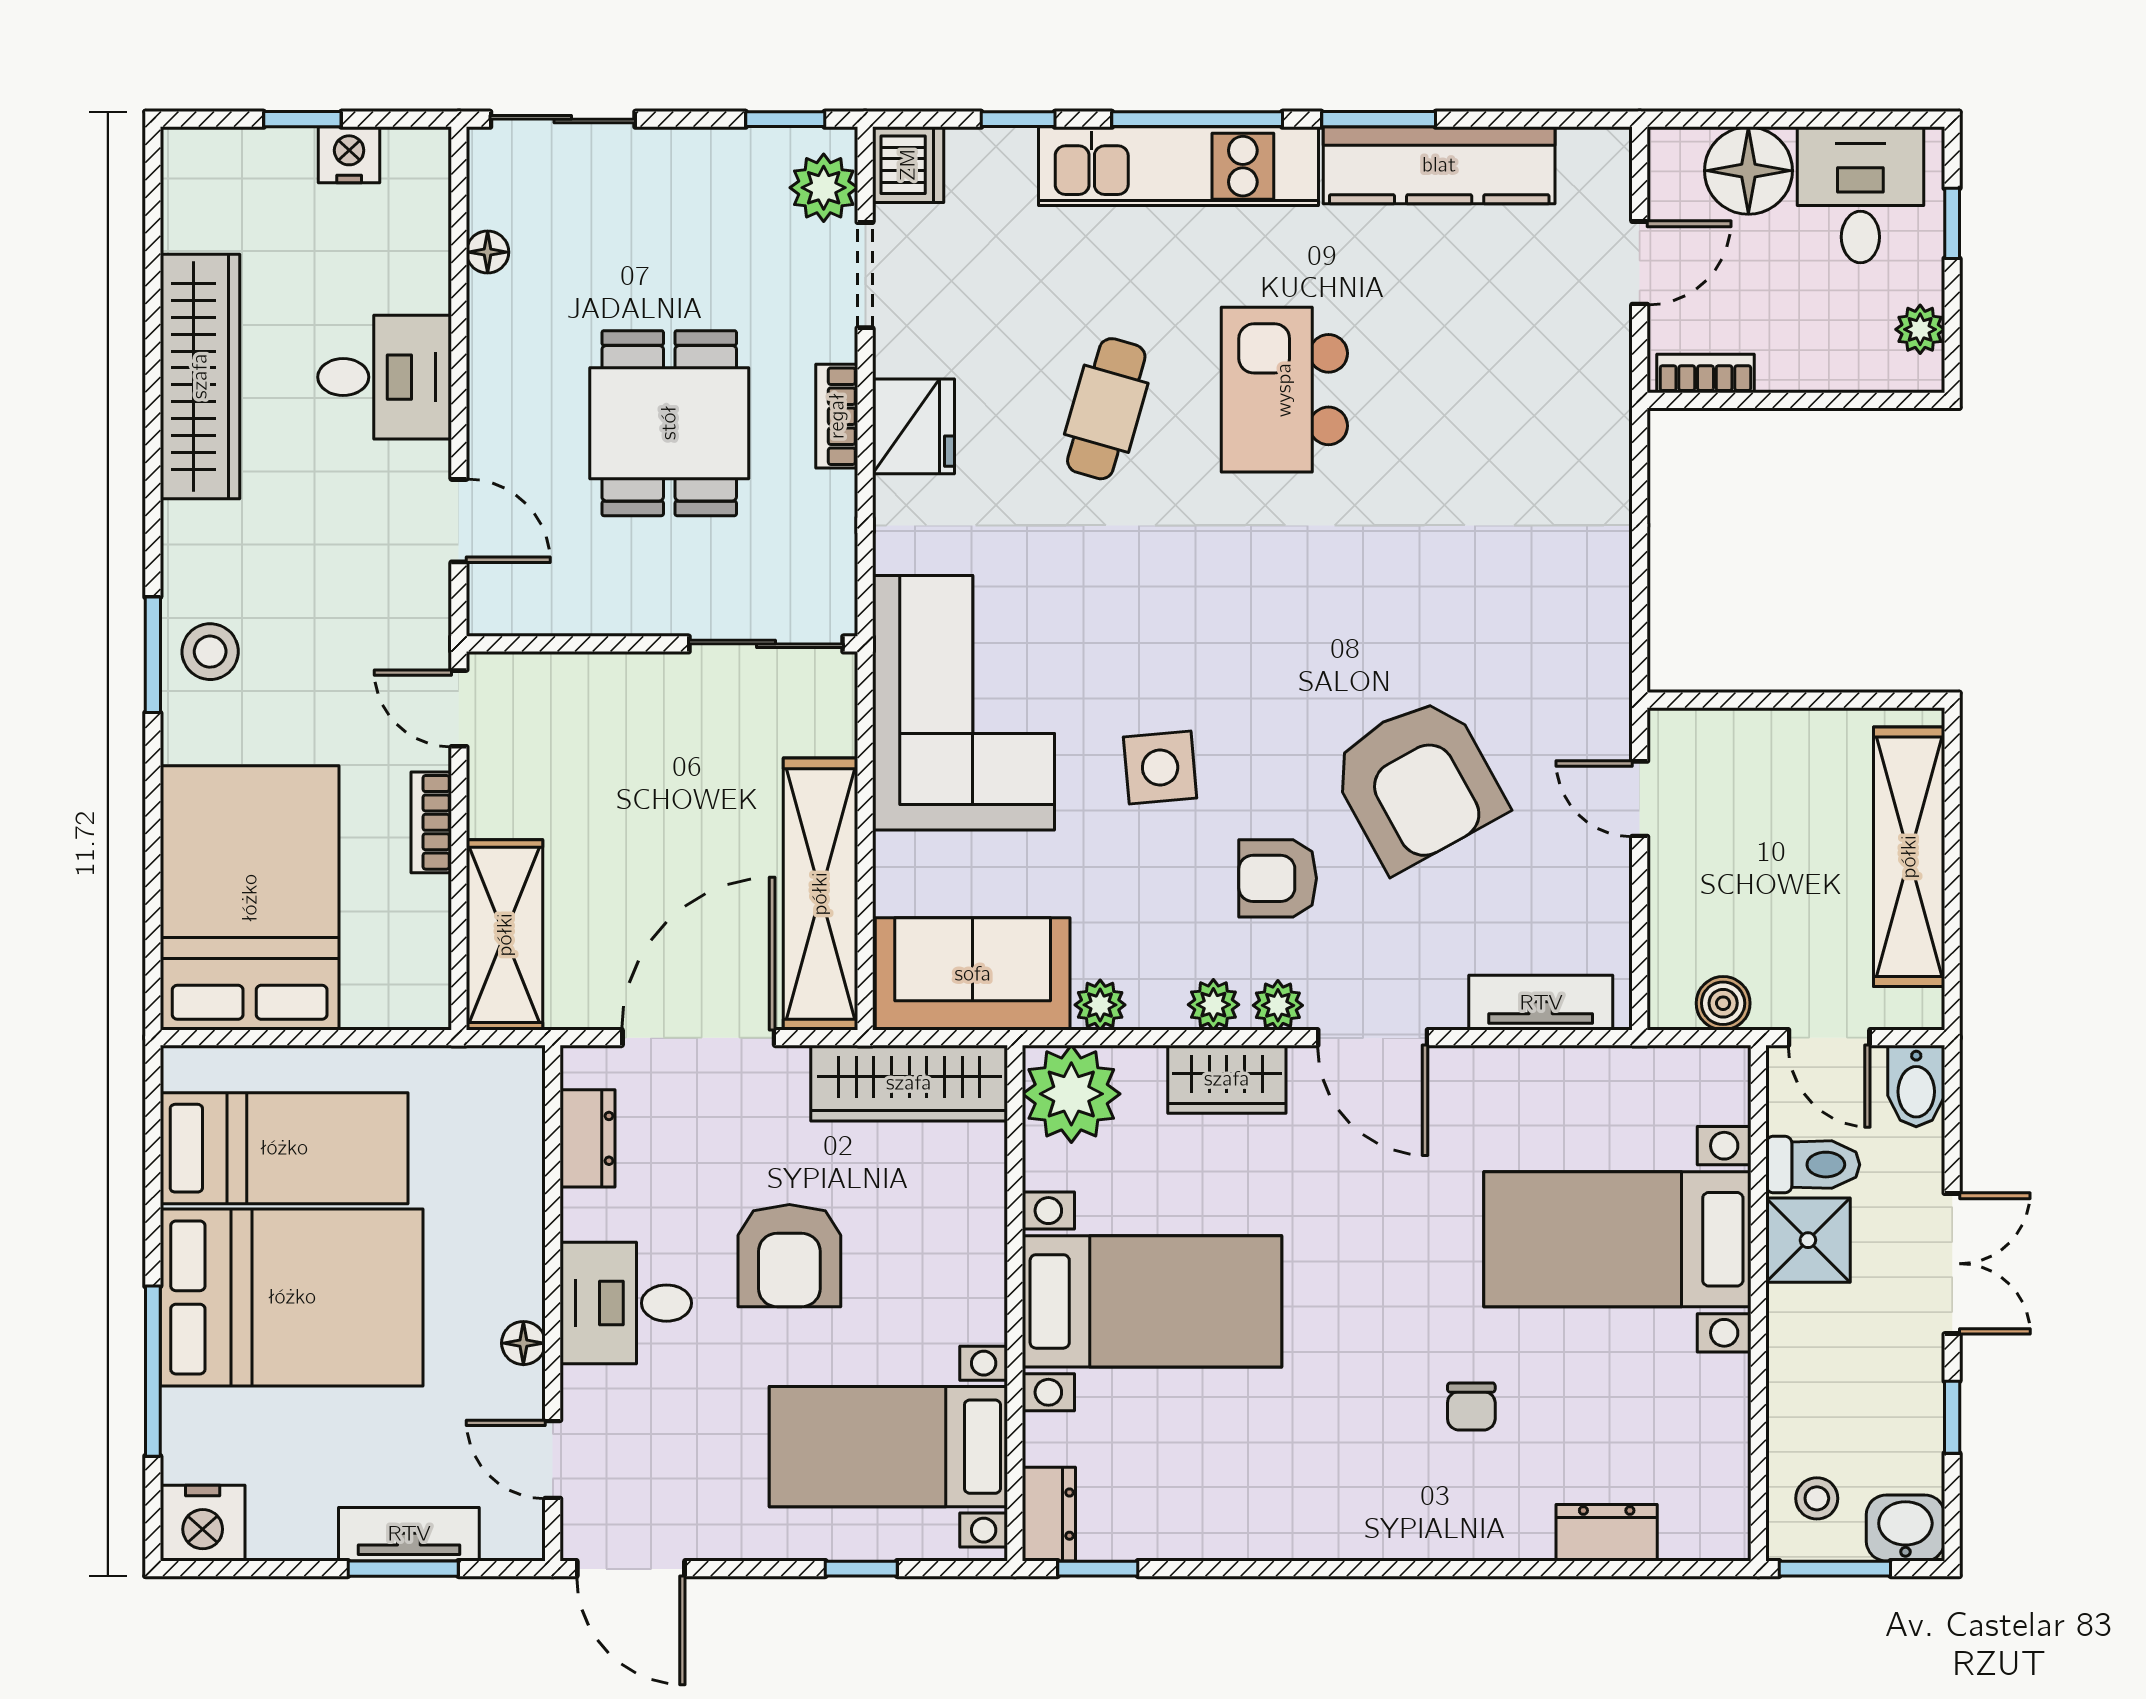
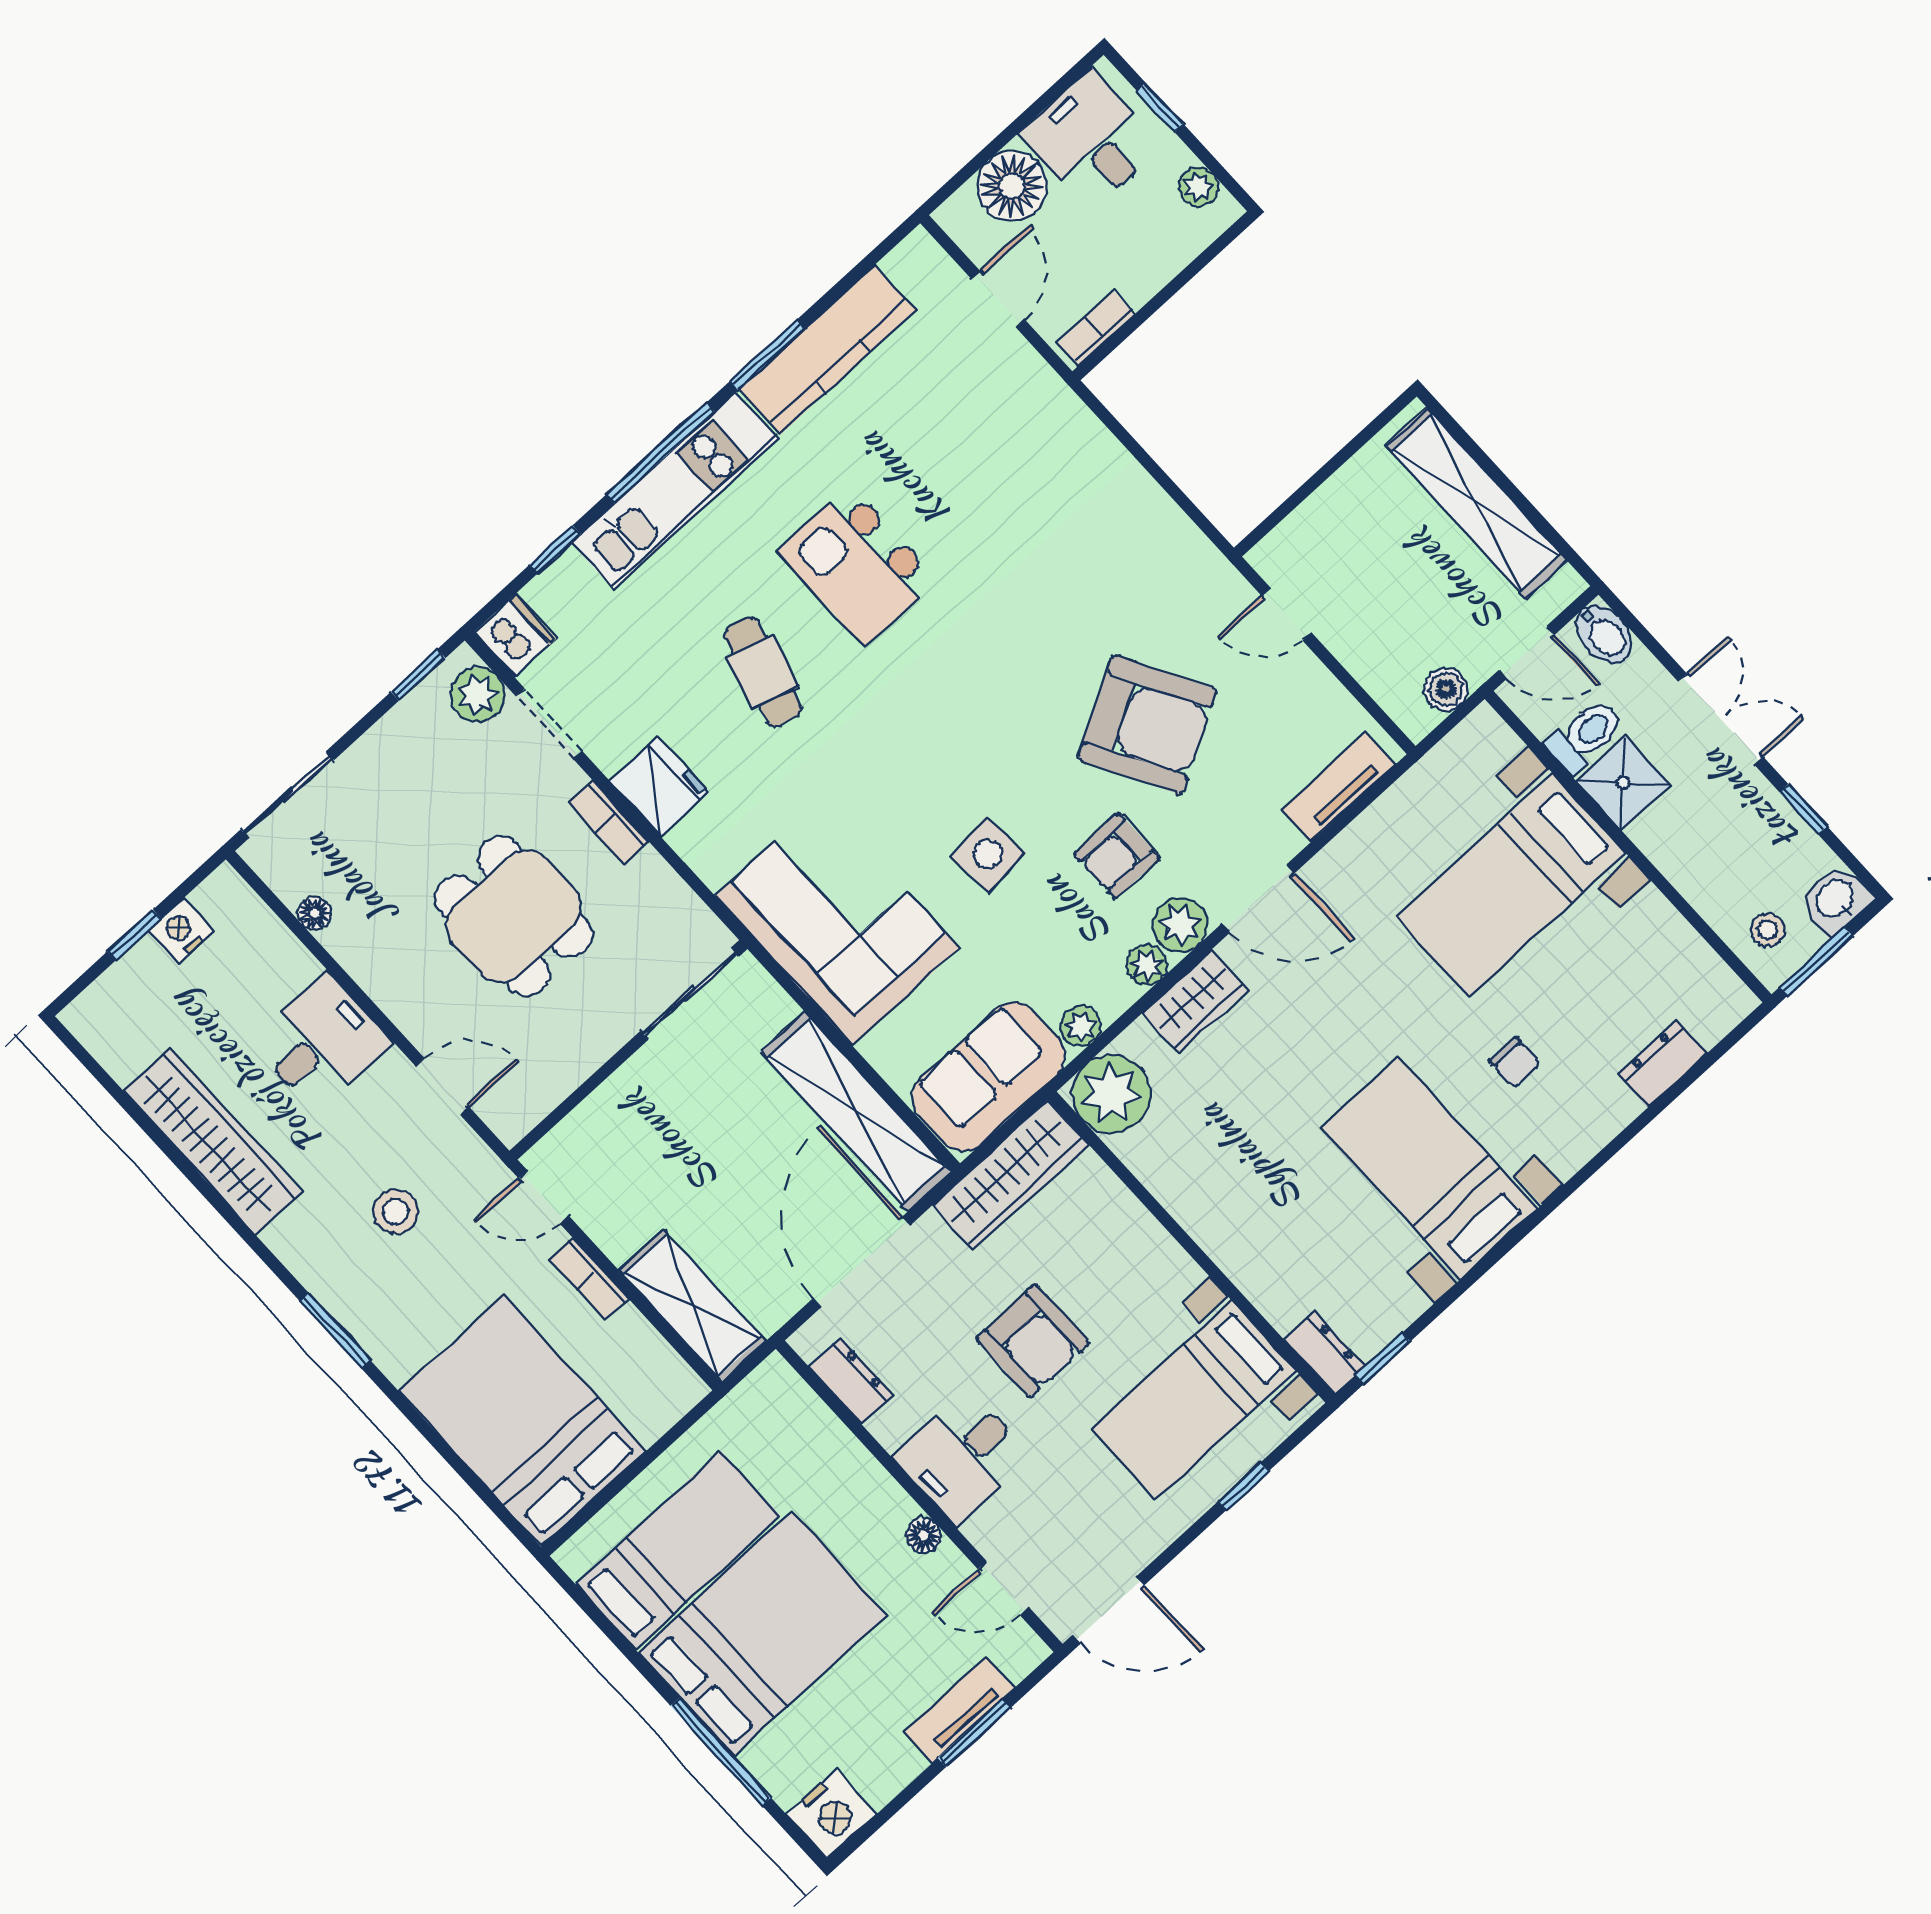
stool: (210, 652) -> (396, 1212), moved
plant: (1278, 1005) -> (1180, 925), width x1.38, depth x1.38
bed with nightstands: (1152, 1301) -> (1429, 1168), moved, turned -90

